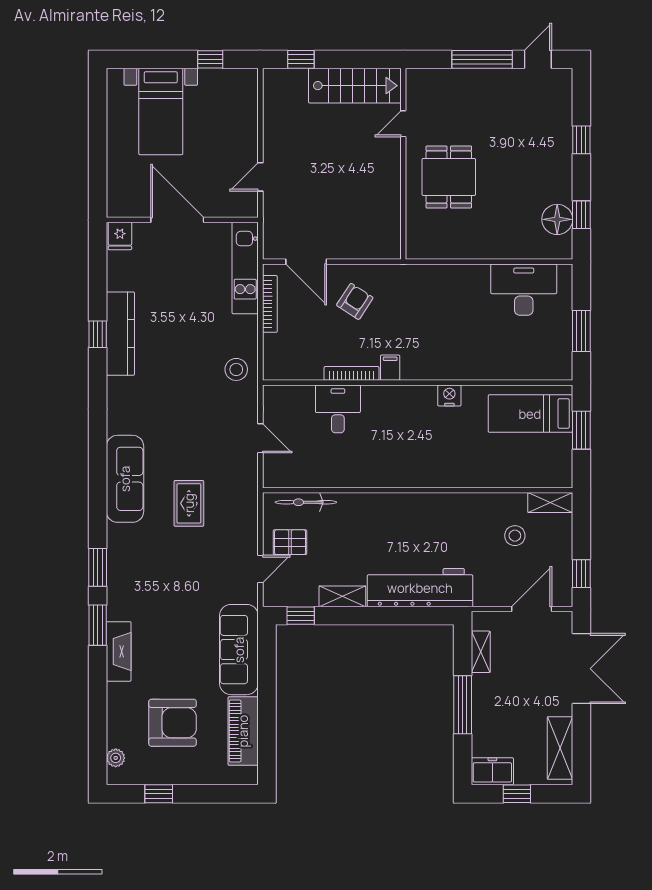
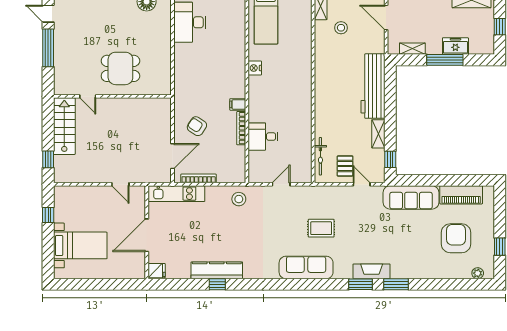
fireplace: (119, 651) -> (372, 271), moved
freezer: (492, 771) -> (455, 46), moved, turned 90

